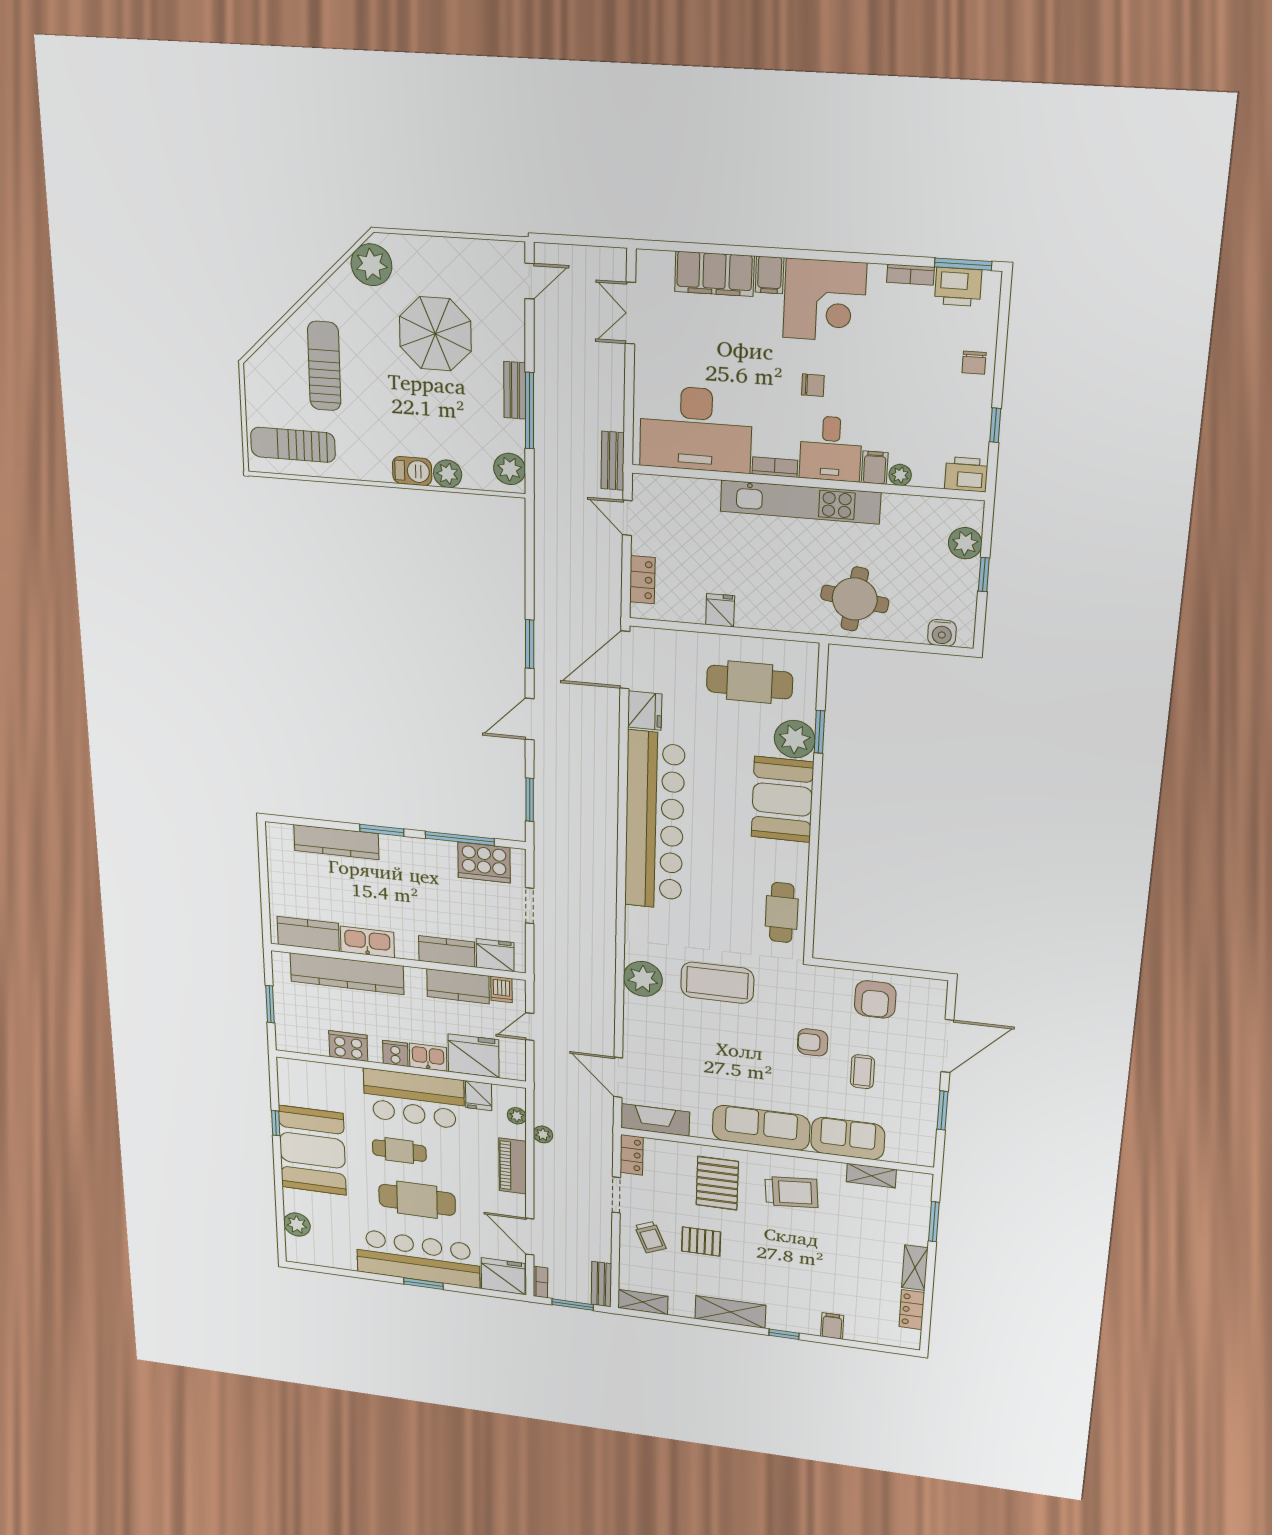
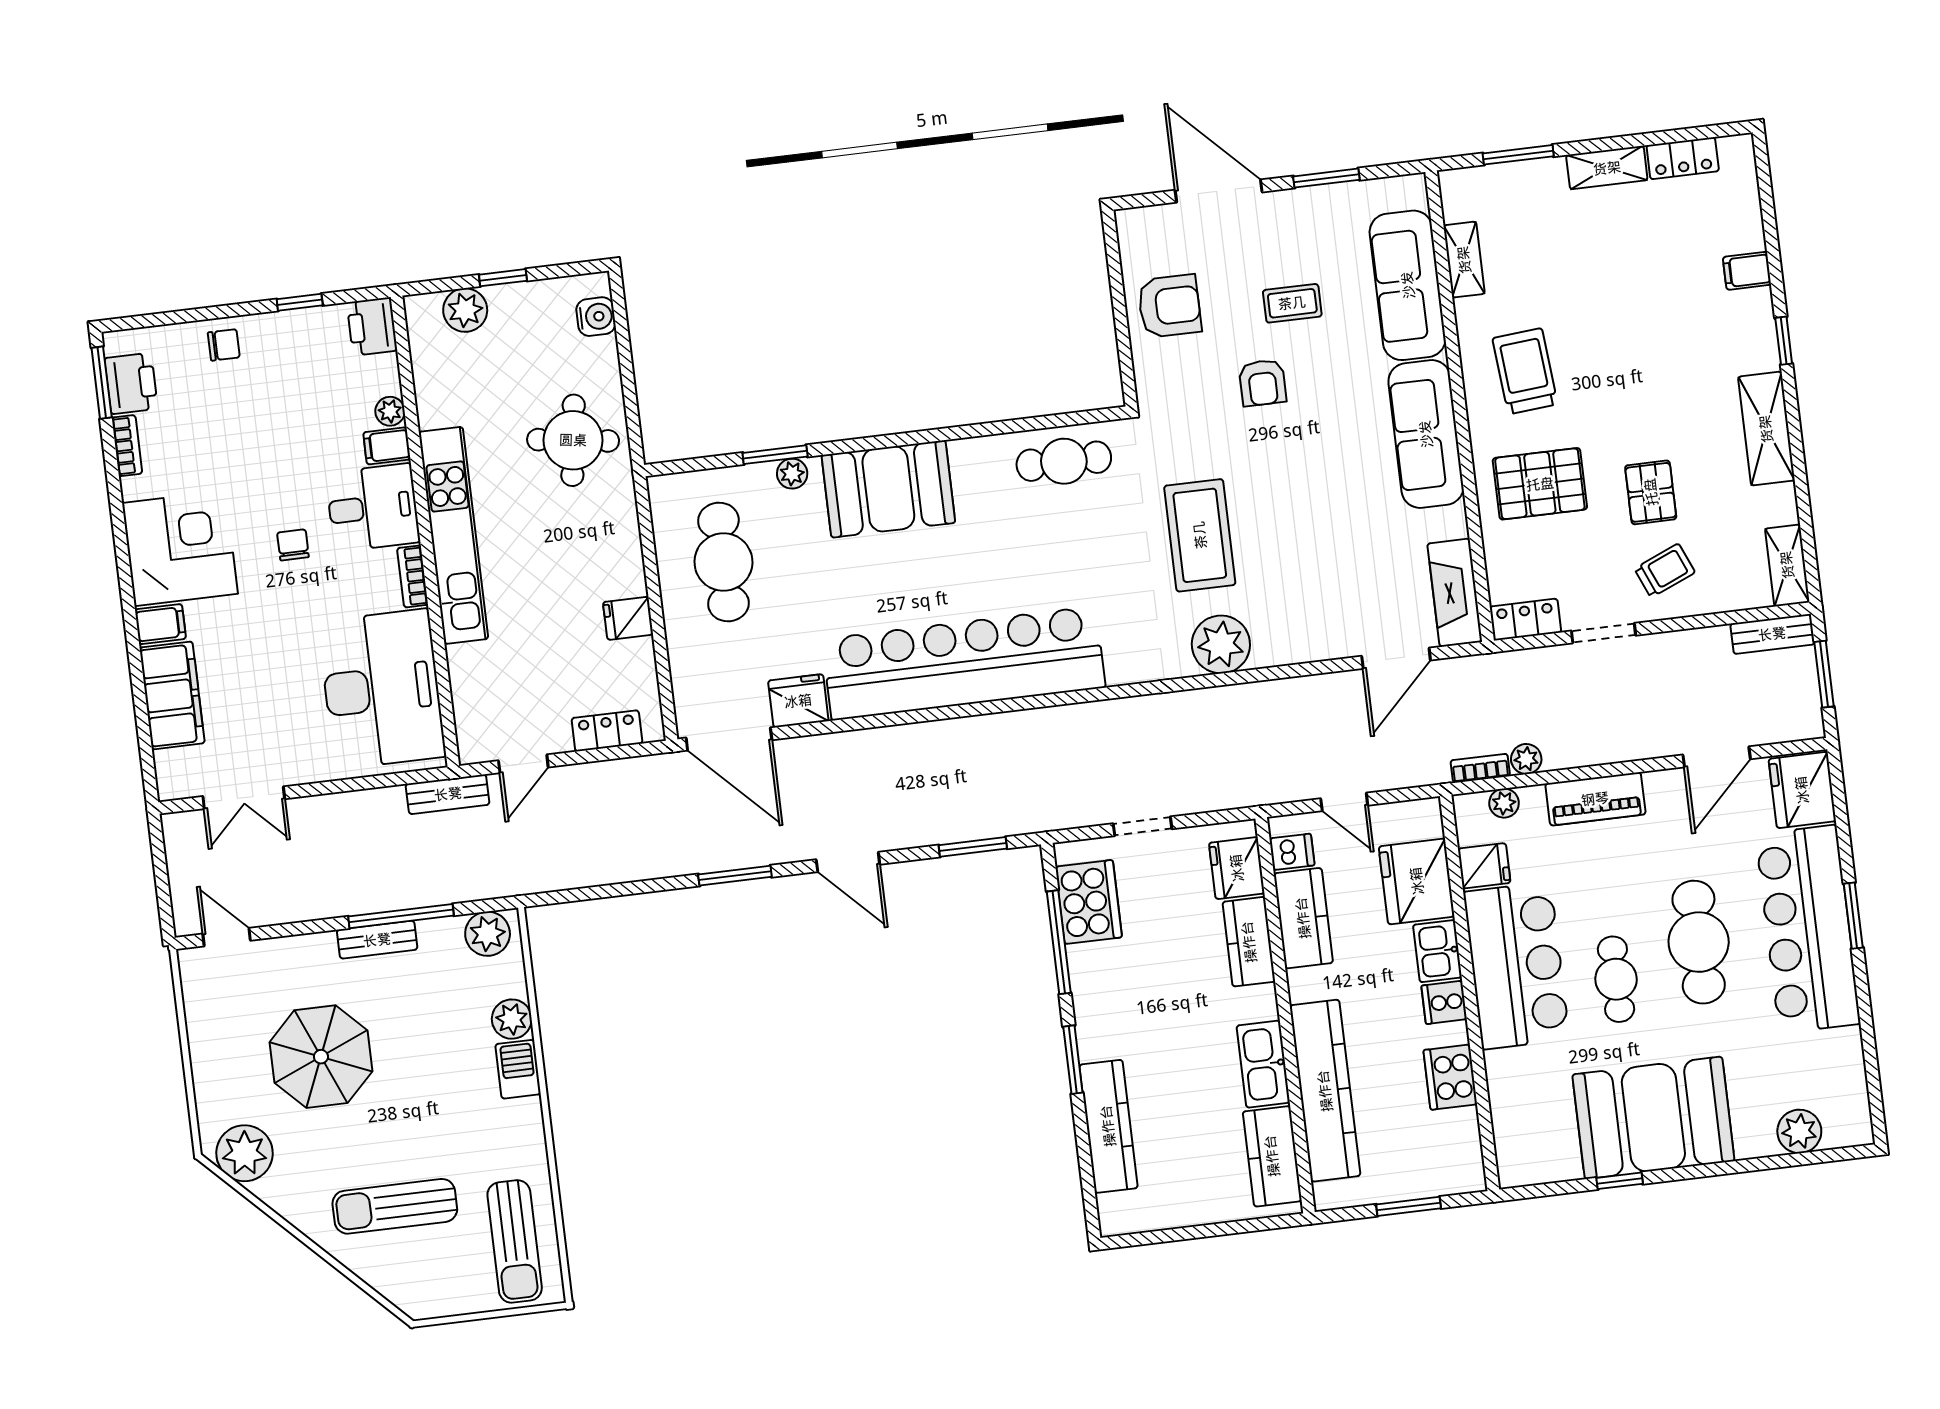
plant: (795, 739) -> (792, 474), width x0.53, depth x0.53
sofa: (848, 1138) -> (1408, 285), width x1.36
bookcase: (540, 1282) -> (1480, 768), moved

